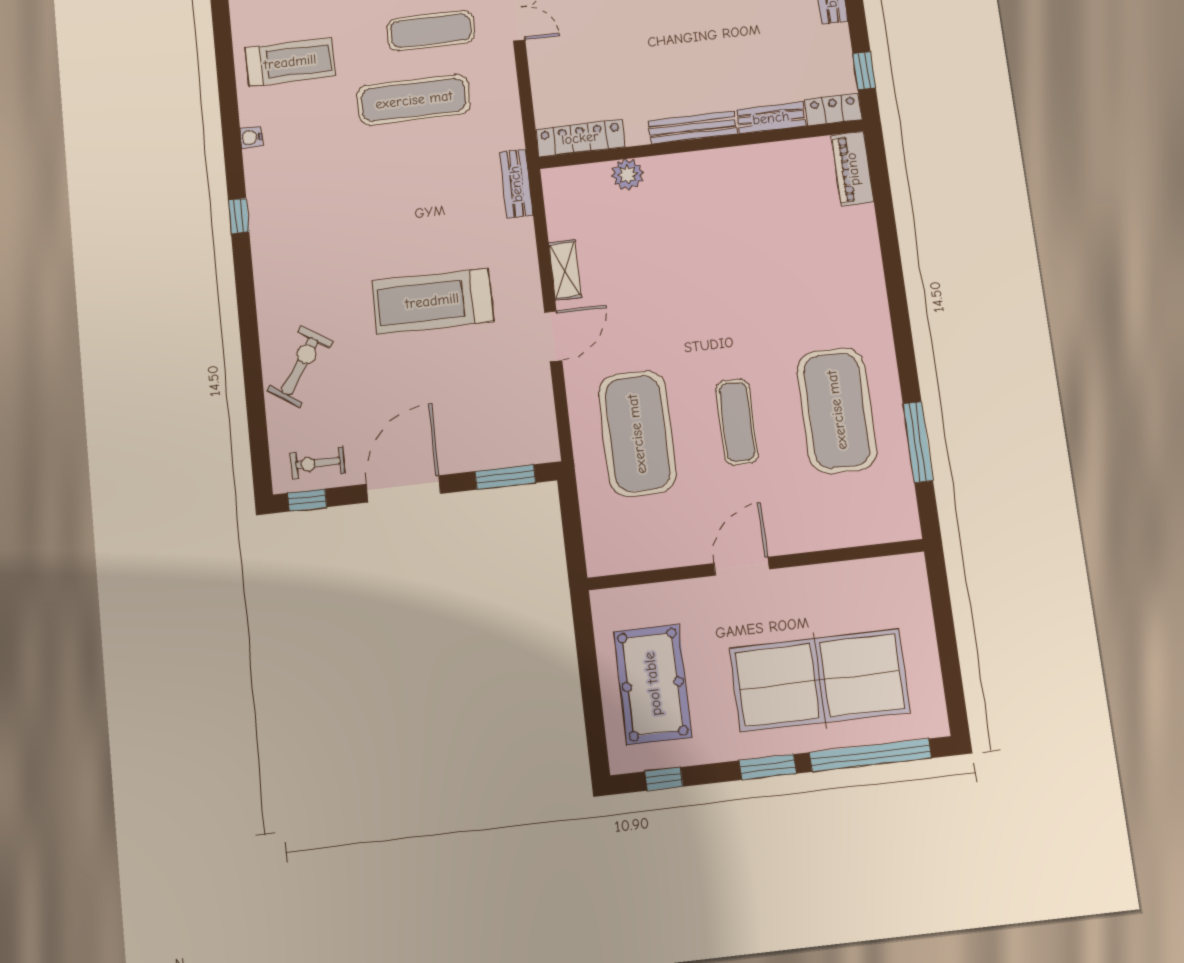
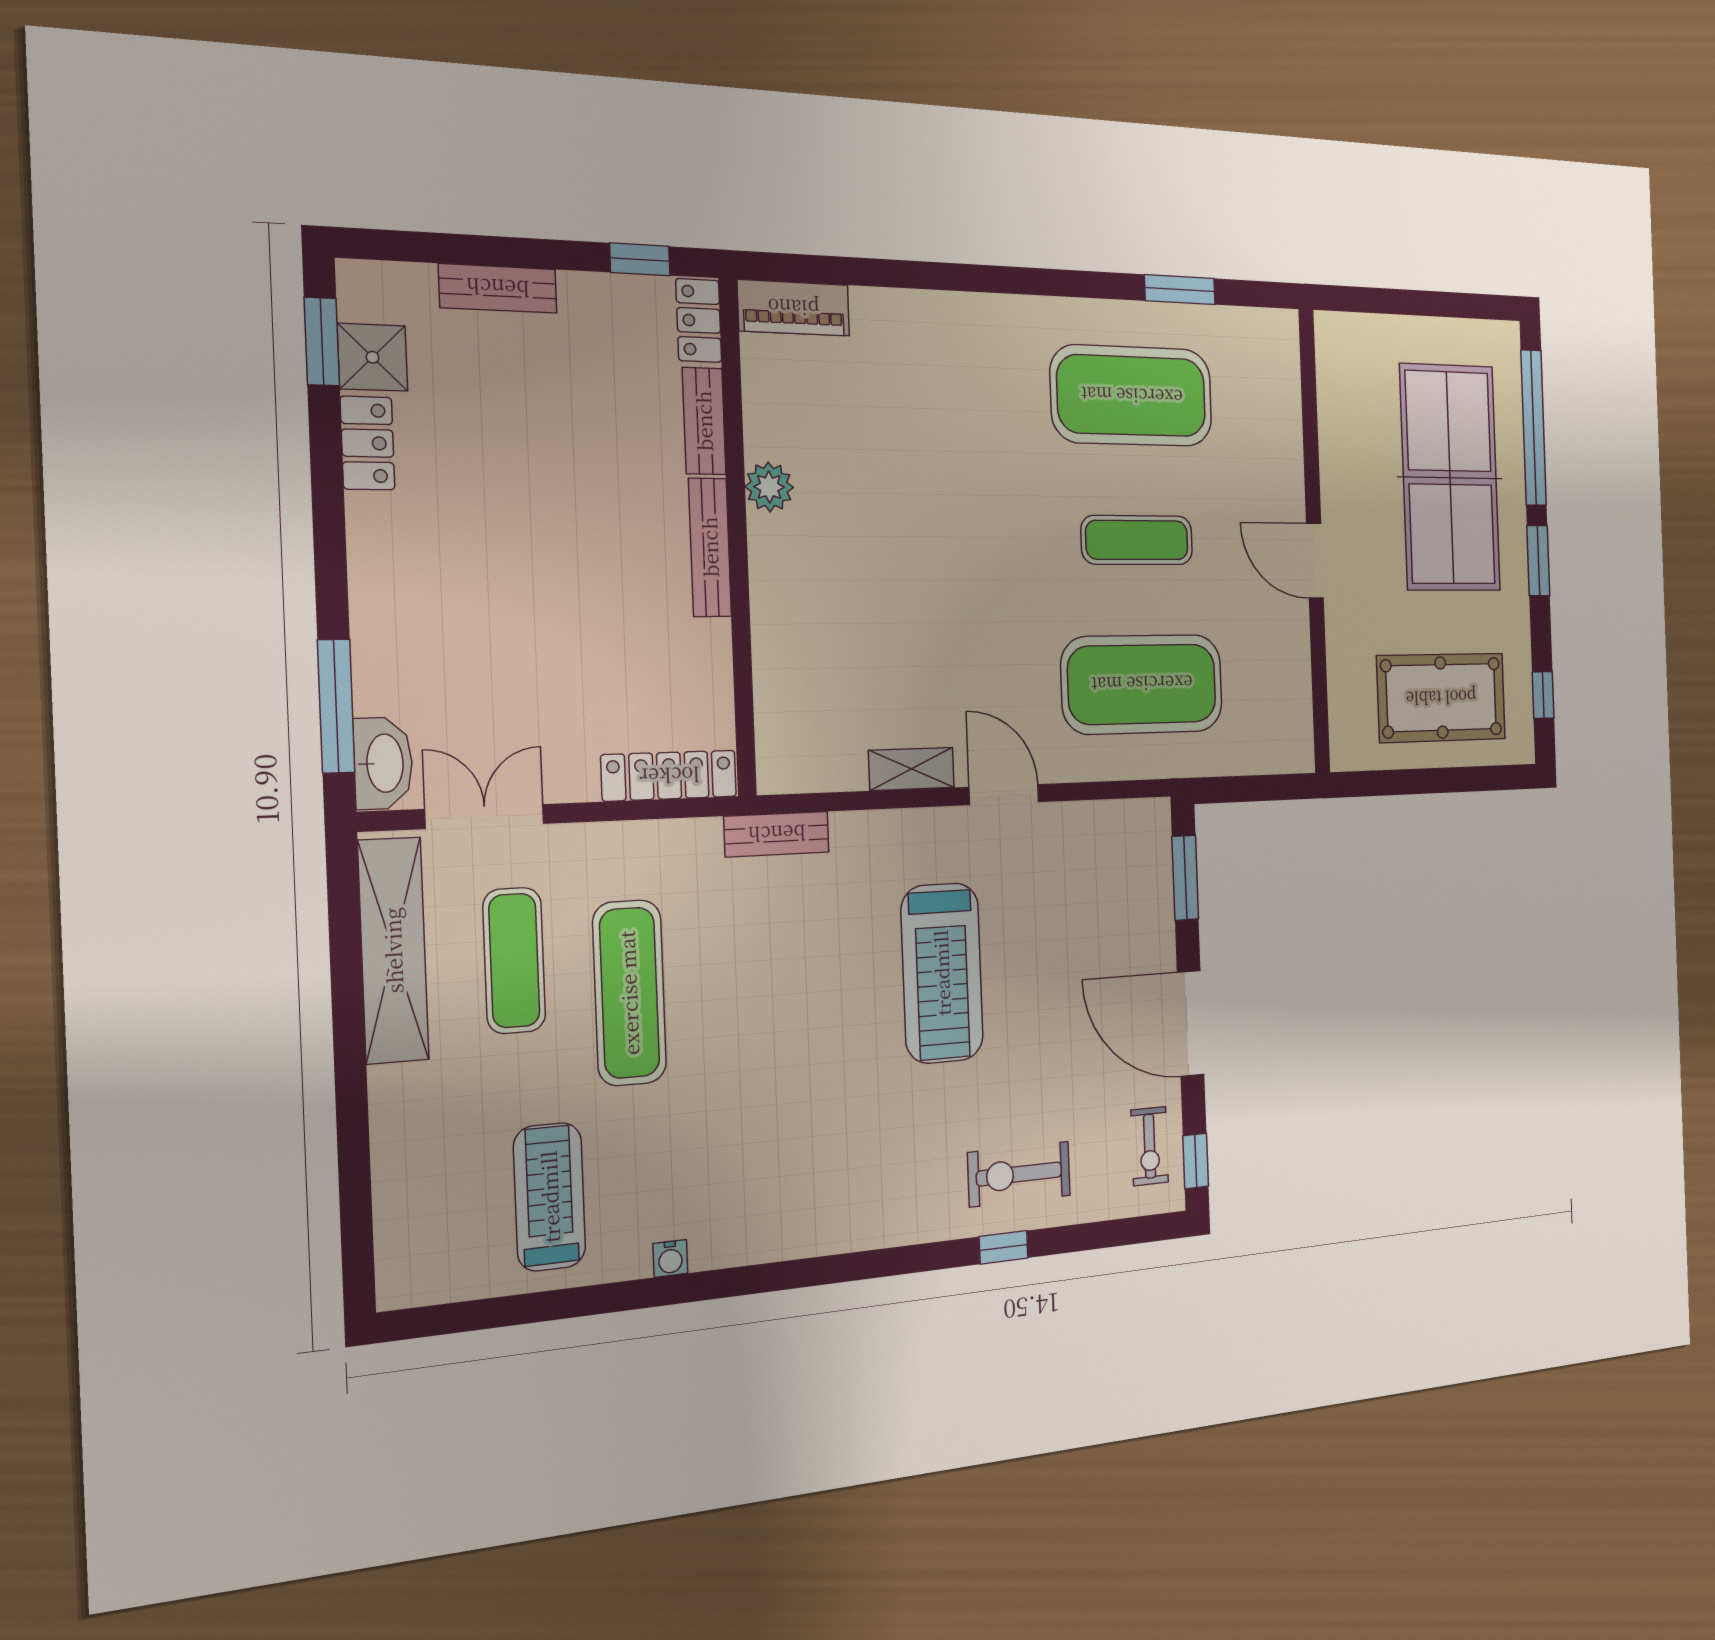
locker: (580, 138) -> (669, 776), moved, turned 90
plant: (628, 174) -> (769, 487), moved
window: (239, 216) -> (1004, 1247), moved
exercise bike: (300, 366) -> (1019, 1174), turned -33
window: (918, 442) -> (1180, 290), width x0.69

